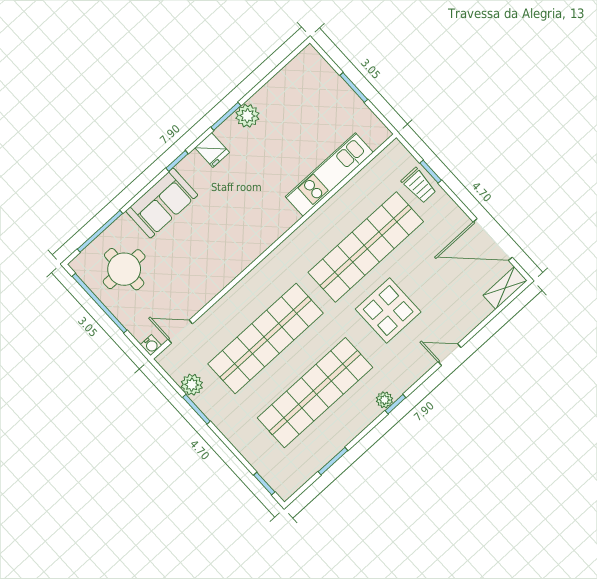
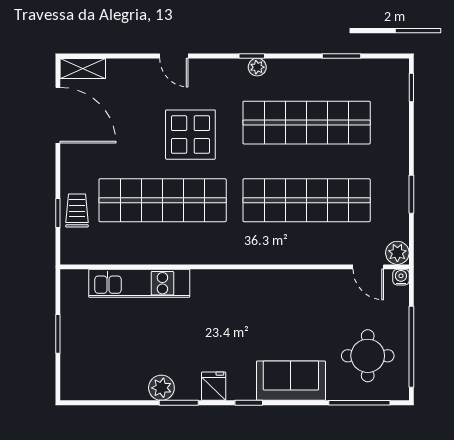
plant: (192, 385) -> (397, 253), moved

